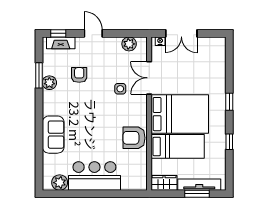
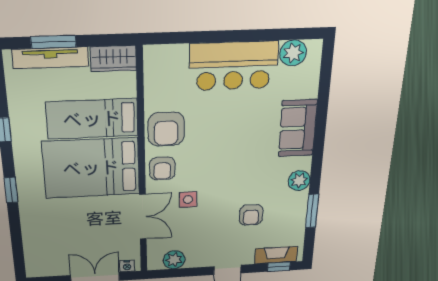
plant: (49, 83) -> (299, 181), moved
armchair: (136, 112) -> (162, 168), added
armchair: (134, 138) -> (166, 129), turned 90

